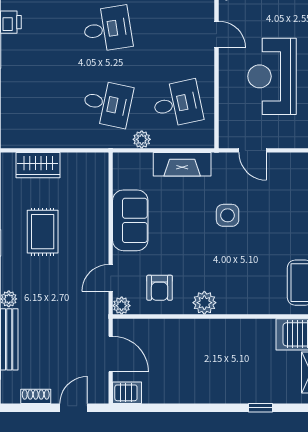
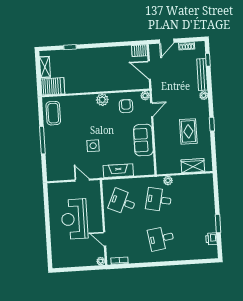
reception desk: (272, 76) -> (74, 219), turned 180
desk: (177, 104) -> (123, 202), turned 36
plant: (142, 139) -> (168, 181), moved

